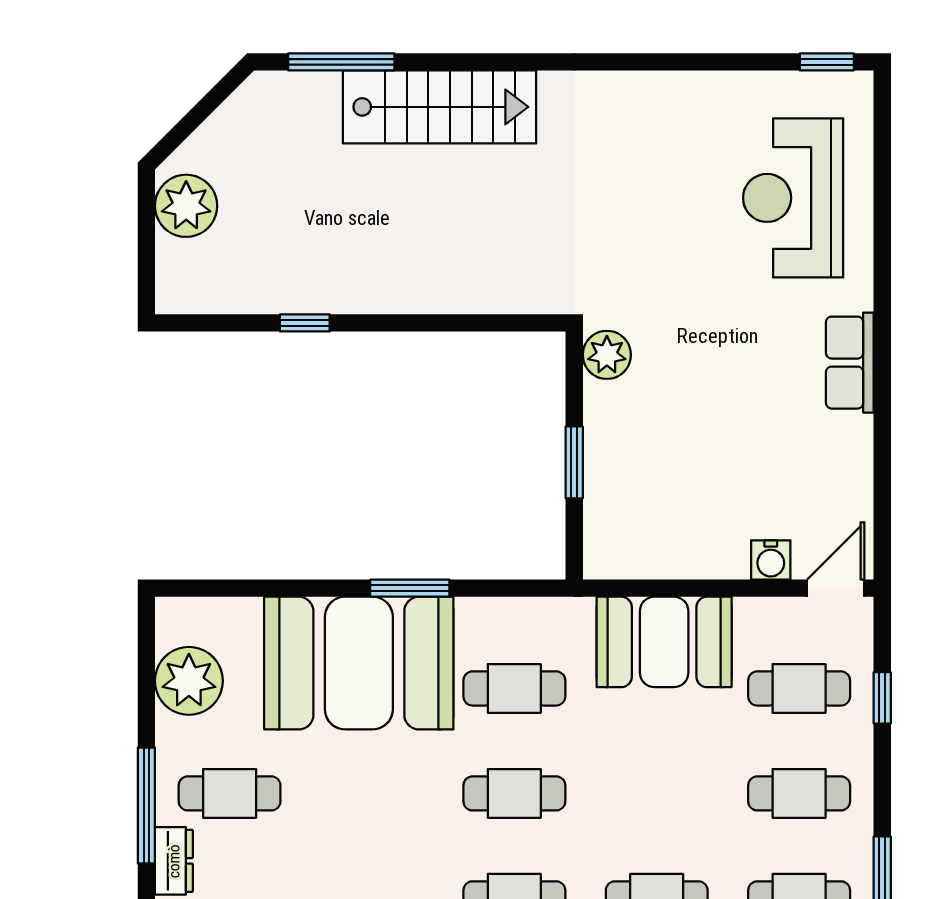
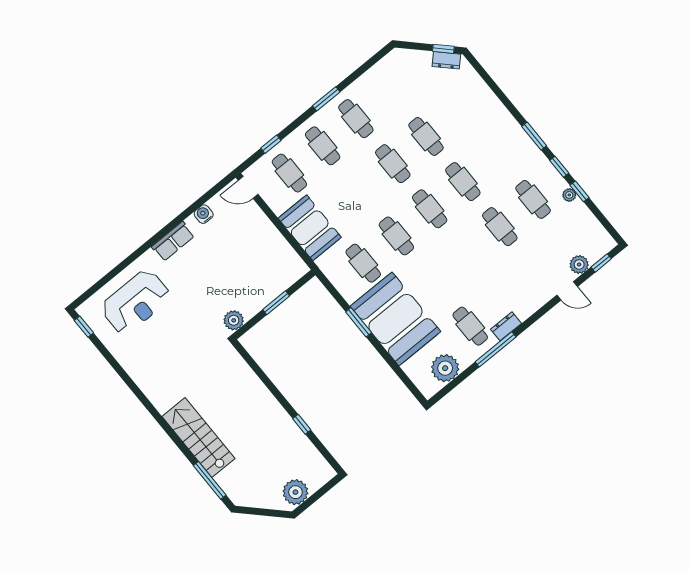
water cooler: (771, 560) -> (204, 214), moved, turned -90

